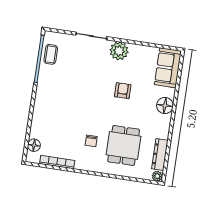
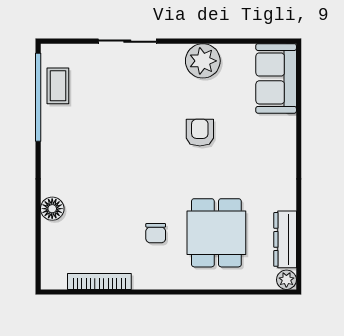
plant: (119, 51) -> (203, 61), moved
floor lamp: (165, 105) -> (281, 148), removed
floor lamp: (34, 145) -> (52, 209), moved

